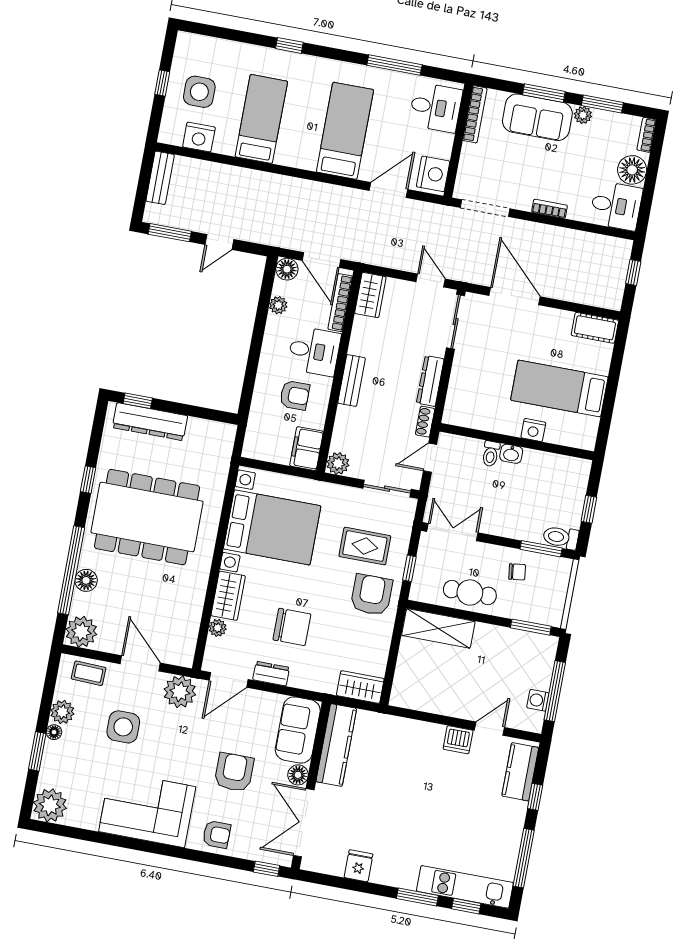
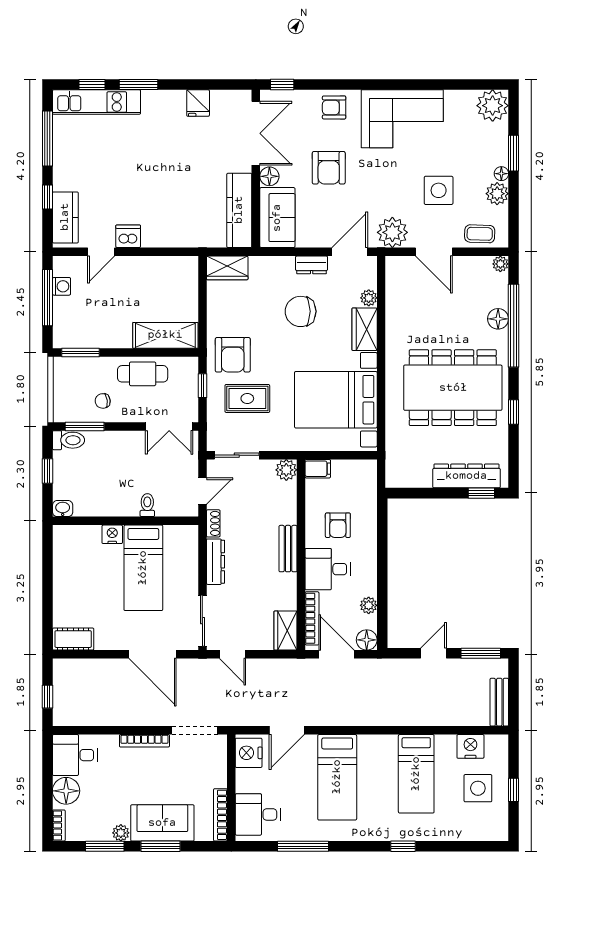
bookcase: (549, 209) -> (144, 741), width x1.56
bed: (559, 388) -> (143, 568), moved, turned 90
armchair: (295, 395) -> (338, 525), turned -90
filing cabinet: (307, 449) -> (318, 469), width x0.50
washbasin: (511, 454) -> (63, 509), moved
plant: (81, 632) -> (500, 264), width x0.53, depth x0.53

